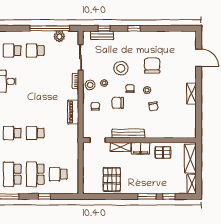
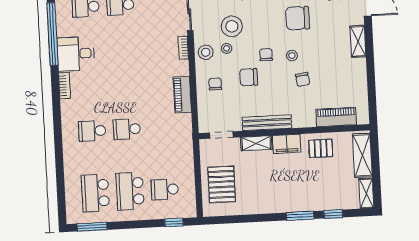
chair: (152, 66) -> (298, 18), turned -90
stool: (121, 68) -> (232, 26), moved
shelving: (191, 93) -> (358, 41), moved
piano: (174, 132) -> (336, 117), added
pallet: (112, 179) -> (222, 184), moved
window: (44, 196) -> (174, 222), moved

